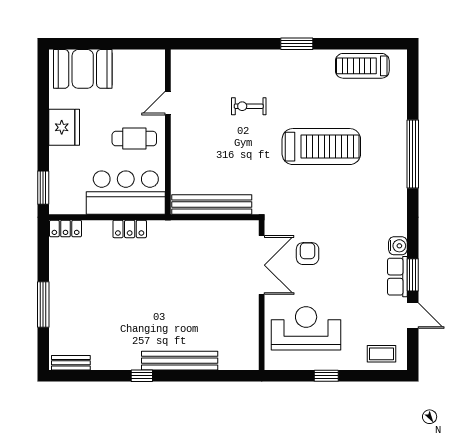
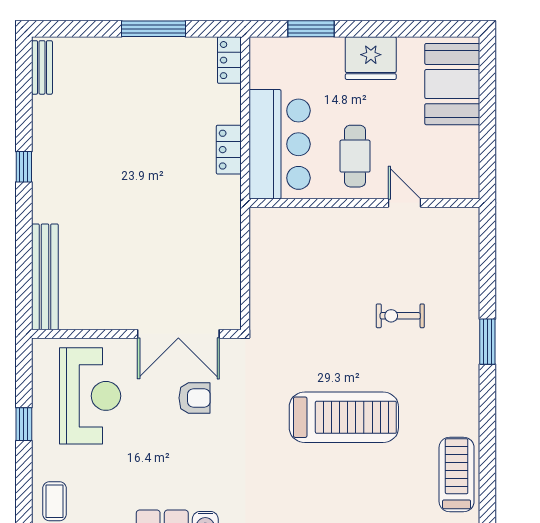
window: (297, 44) -> (487, 342), moved
exercise bike: (249, 106) -> (400, 316), turned -90
treadmill: (321, 147) -> (344, 417), turned -90
window: (43, 188) -> (311, 29), moved
bench: (212, 205) -> (263, 264), removed
window: (43, 305) -> (154, 29), moved
bench: (180, 361) -> (45, 277), moved

